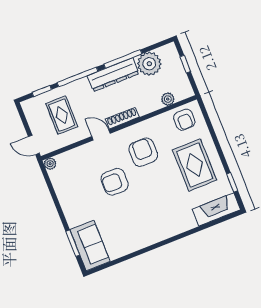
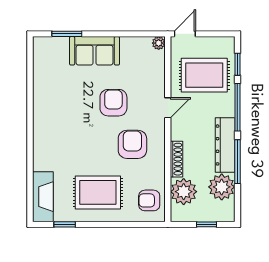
plant: (168, 99) -> (184, 192), width x1.87, depth x1.87
rug: (62, 115) -> (204, 75), width x1.36, depth x1.43
shoe rack: (122, 118) -> (176, 159), moved
armchair: (143, 152) -> (132, 144), turned -90
sofa: (90, 245) -> (95, 51), moved

